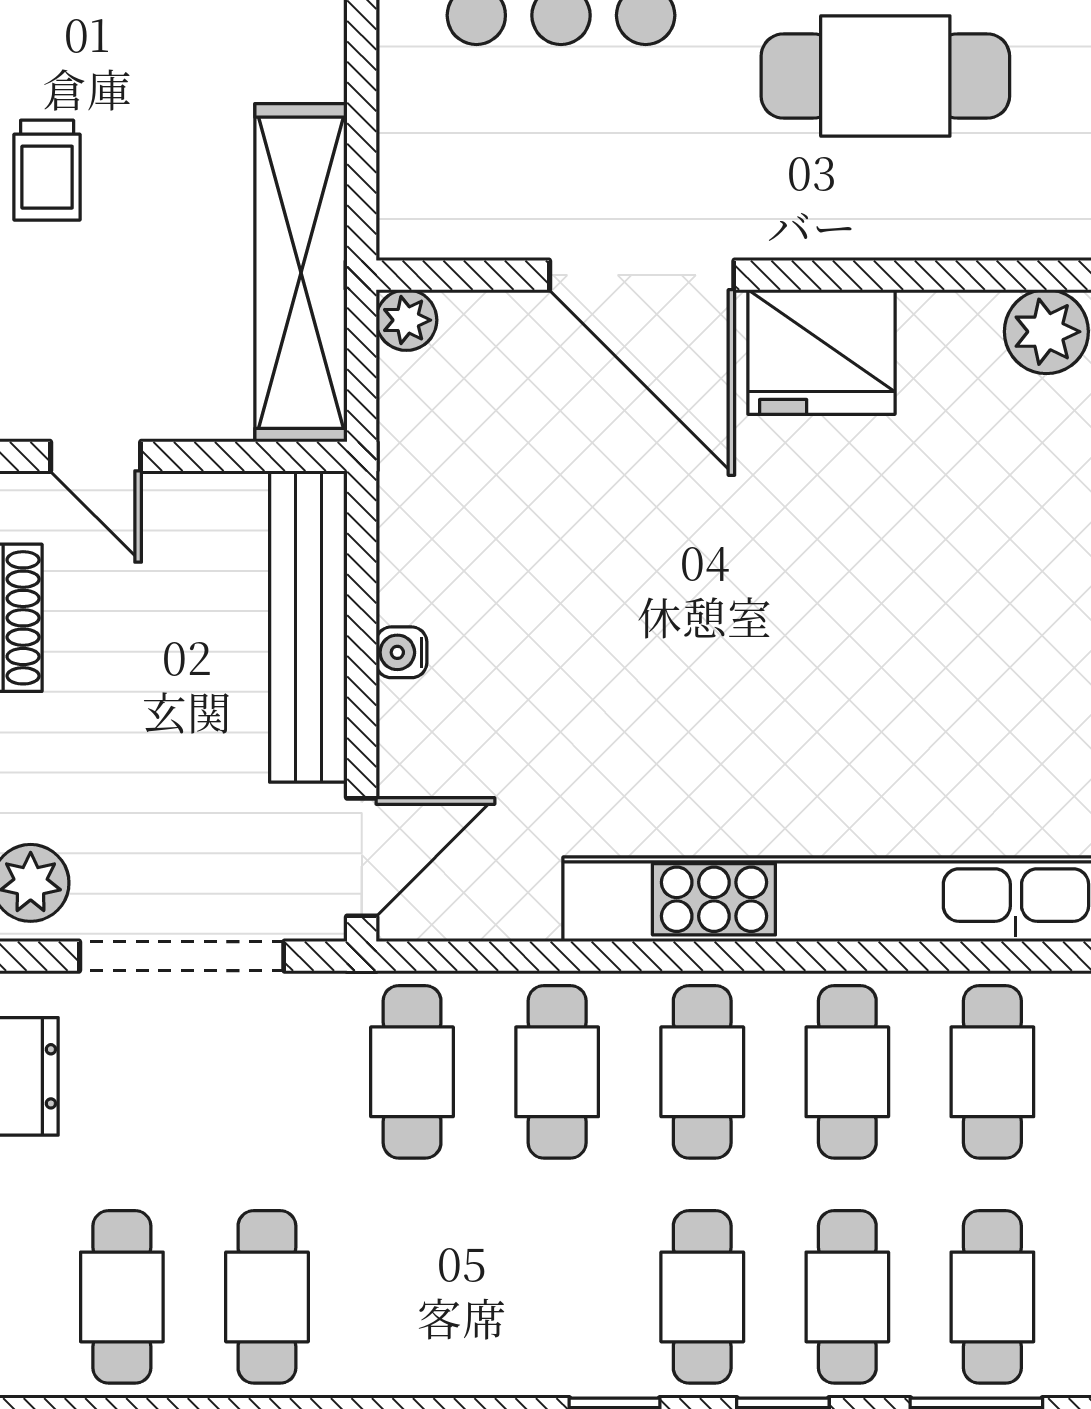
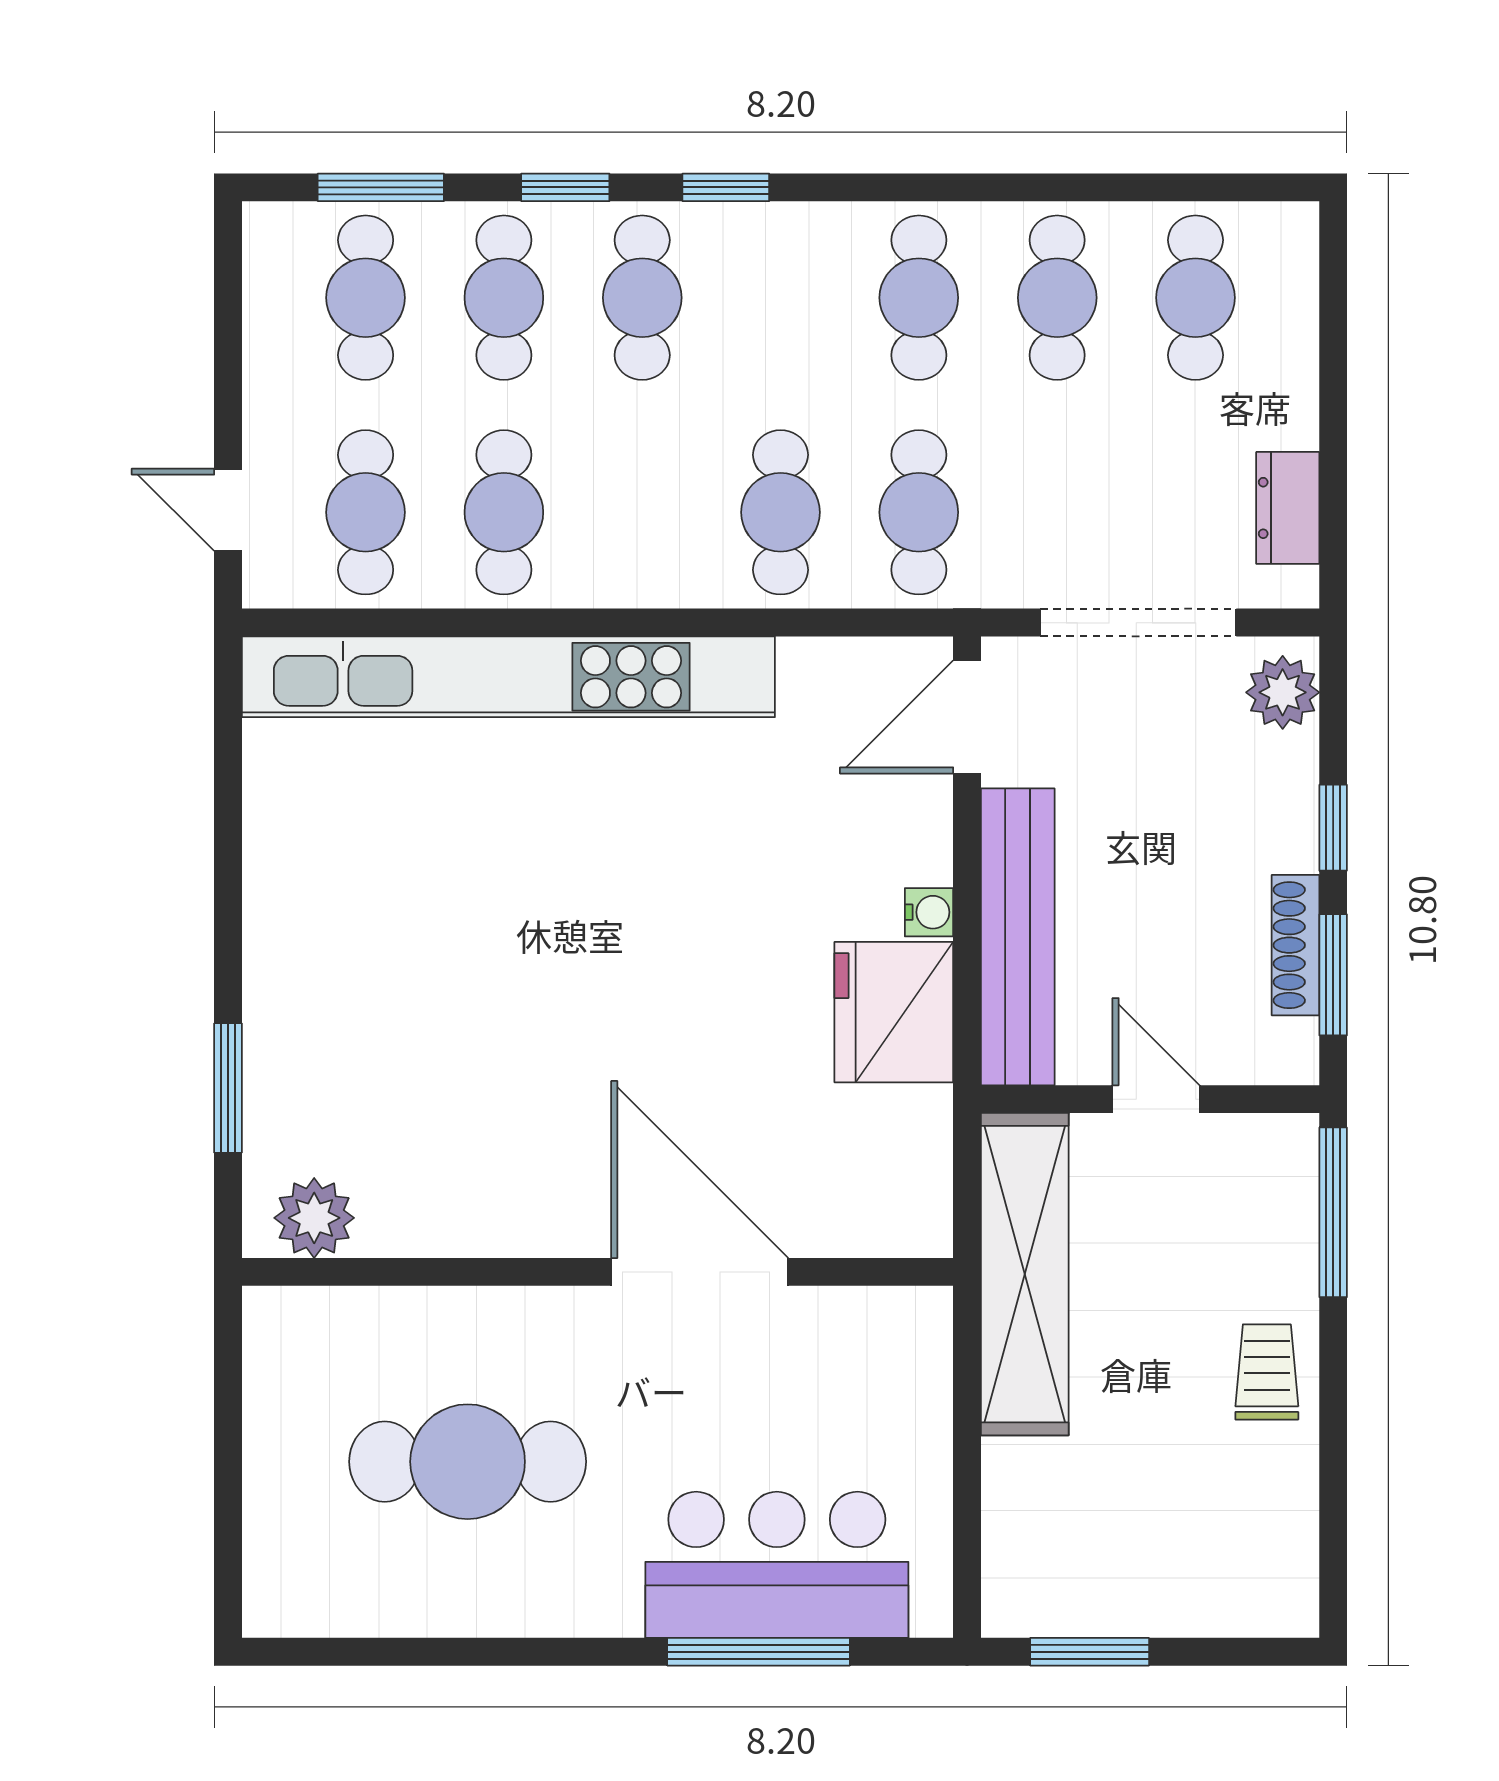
plant: (406, 320) -> (924, 1229), removed
fridge: (821, 352) -> (894, 1012), moved, turned -90
door: (96, 456) -> (1156, 1099), moved
cafe table: (702, 1072) -> (919, 298), moved

